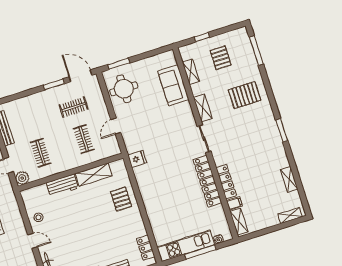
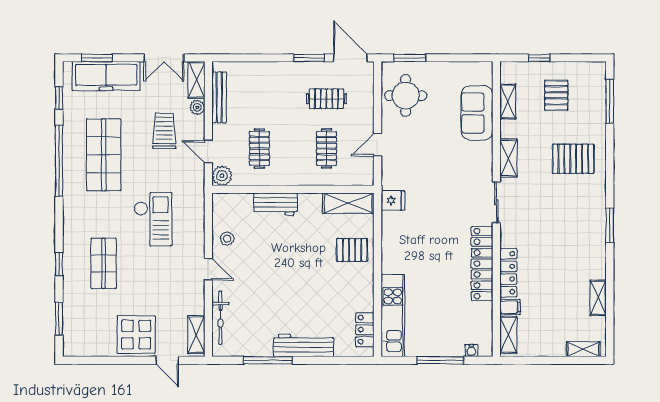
shelving: (94, 175) -> (348, 203), moved
pallet: (121, 199) -> (352, 250), turned 90
kitchen unit: (186, 246) -> (393, 315), moved, turned 90

